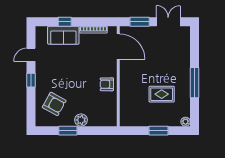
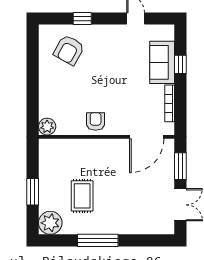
window: (31, 80) -> (82, 19), moved
plant: (81, 120) -> (47, 127), moved
plant: (186, 122) -> (50, 223), width x1.88, depth x1.88
window: (68, 131) -> (33, 69), removed

